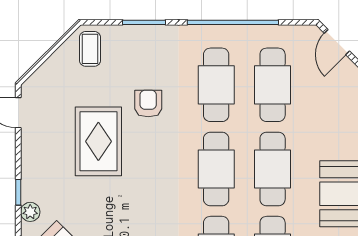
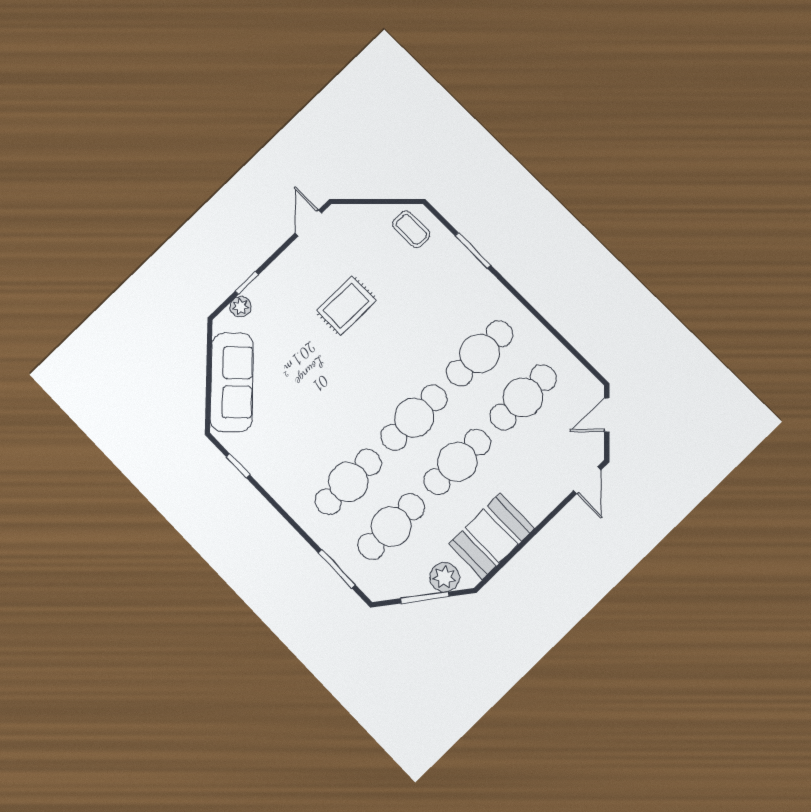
window: (233, 22) -> (541, 319), removed
coffee table: (90, 49) -> (411, 229), turned 90
armchair: (148, 103) -> (413, 315), removed
rug: (98, 141) -> (346, 306), width x0.73, depth x0.70

